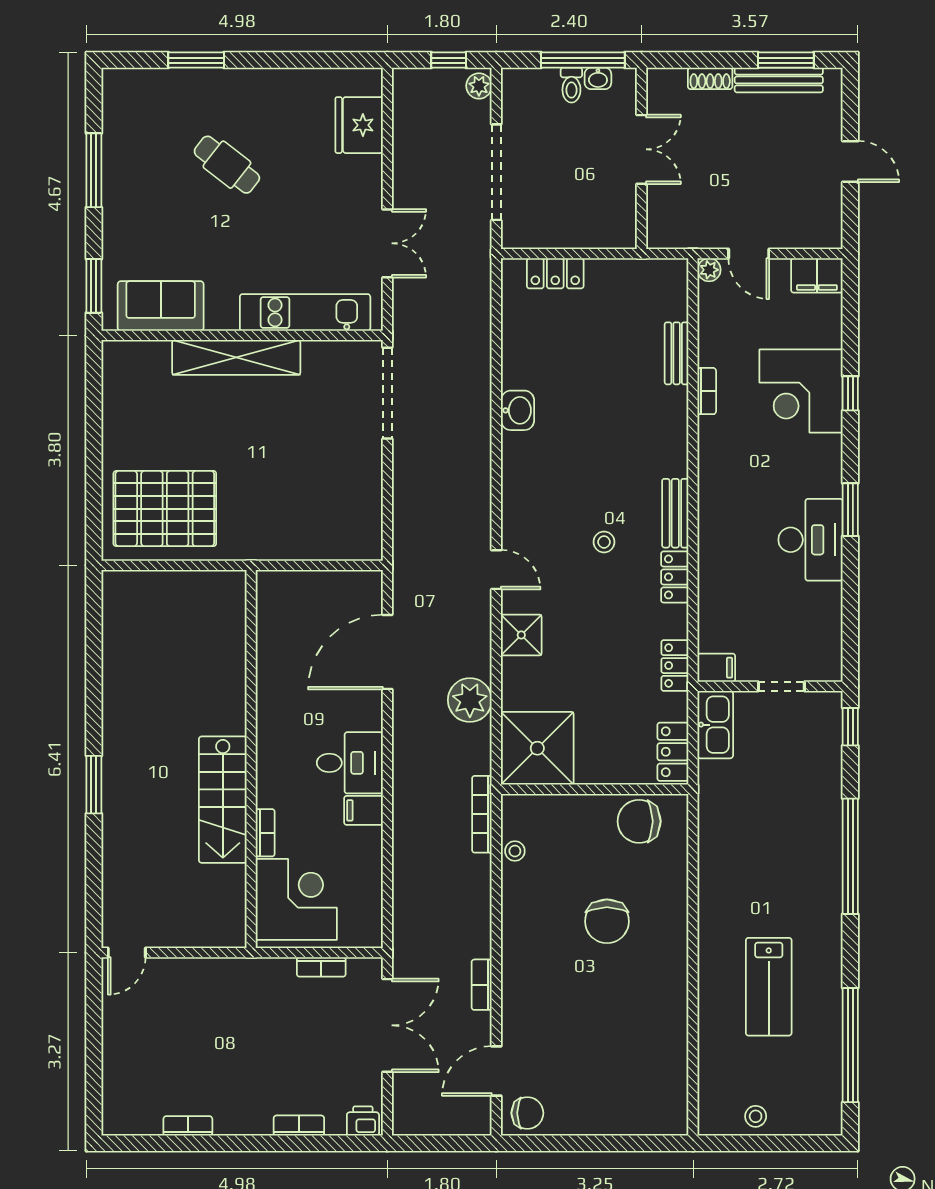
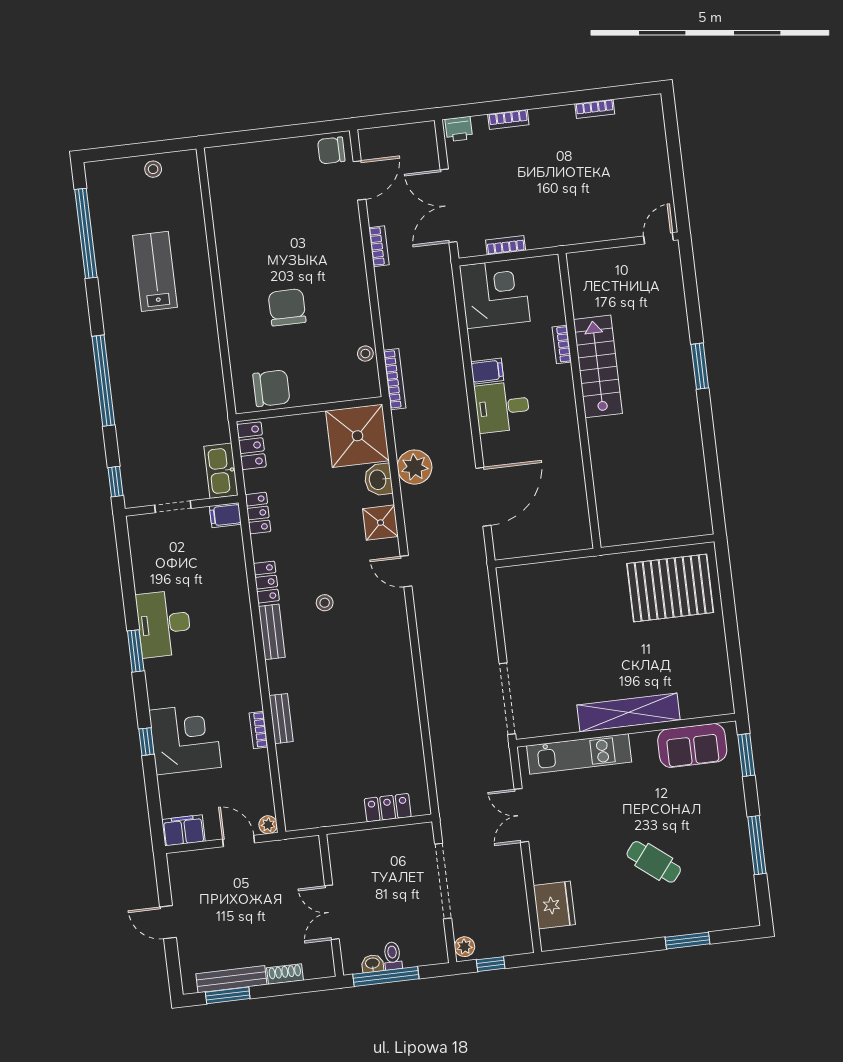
bench: (677, 353) -> (281, 719), moved
washbasin: (518, 410) -> (378, 480), moved
corner desk: (296, 899) -> (495, 293), moved, turned 180

